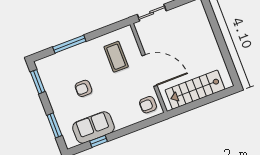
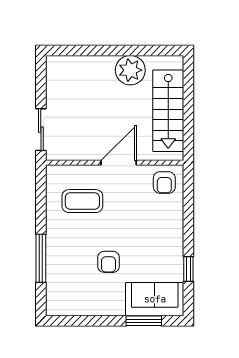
plant: (212, 55) -> (130, 70), added
door: (150, 71) -> (119, 163), width x0.73
window: (38, 82) -> (76, 321), removed
sofa: (93, 127) -> (155, 299), moved, turned 90

